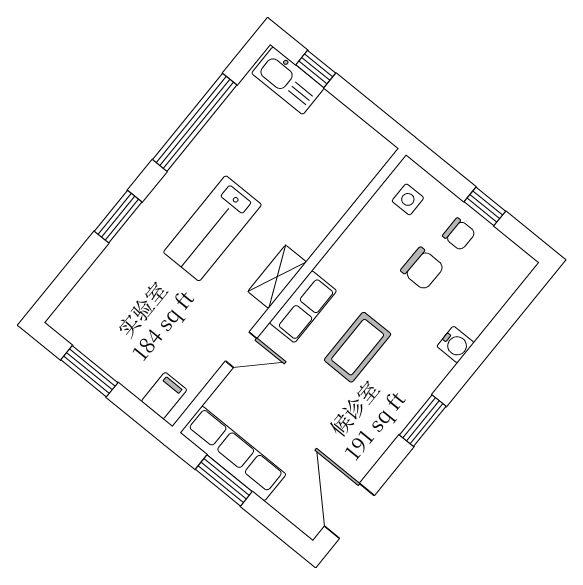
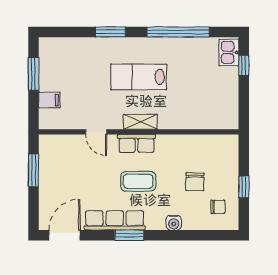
kitchen sink: (288, 81) -> (229, 52), width x0.73
side table: (408, 199) -> (220, 151), removed
chair: (459, 234) -> (218, 207), moved, turned -91
filing cabinet: (164, 396) -> (49, 100), moved
row of seats: (233, 453) -> (115, 220), moved, turned -90

